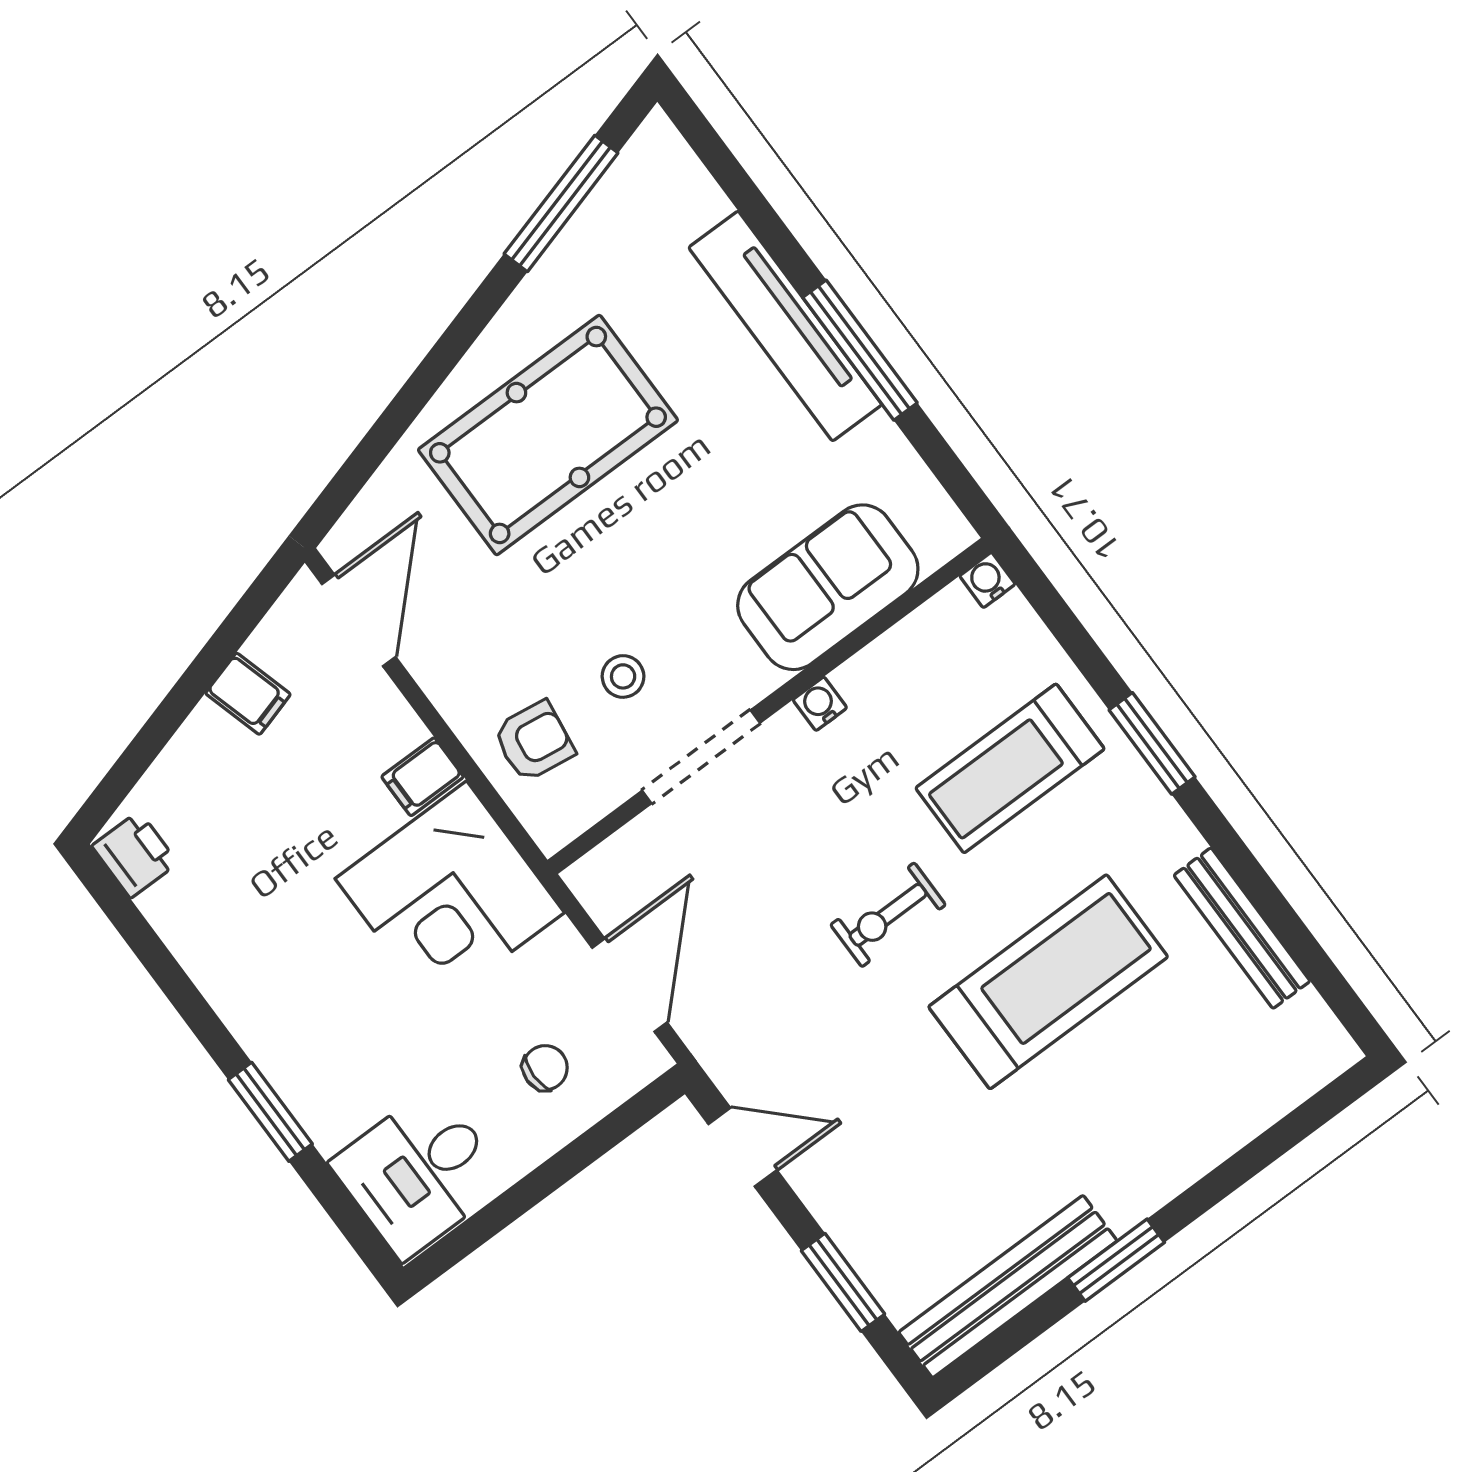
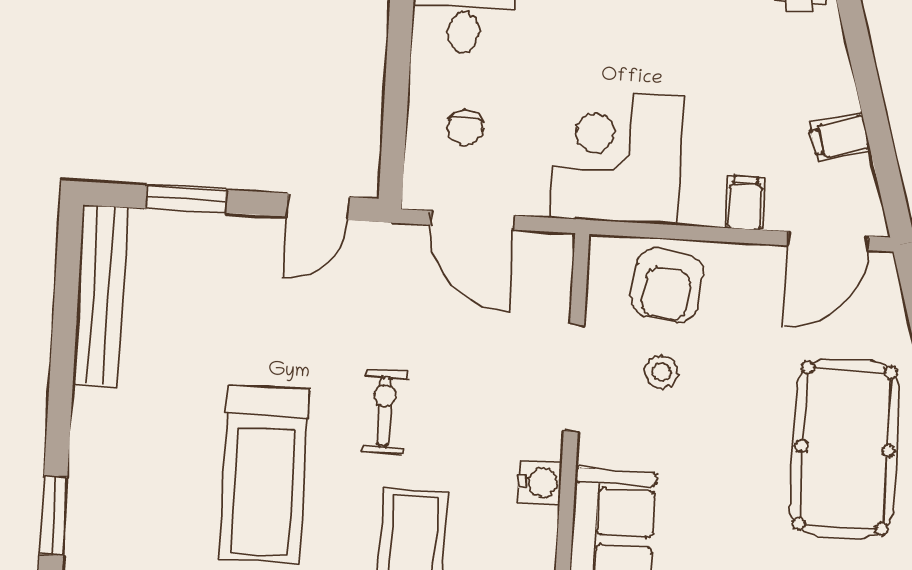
door: (359, 620) -> (828, 241), hinge flipped
water cooler: (820, 704) -> (540, 482), width x1.38, depth x1.38
armchair: (534, 741) -> (667, 285), width x1.38, depth x1.38
filing cabinet: (423, 777) -> (745, 203), moved
window: (1116, 1260) -> (53, 515), moved

